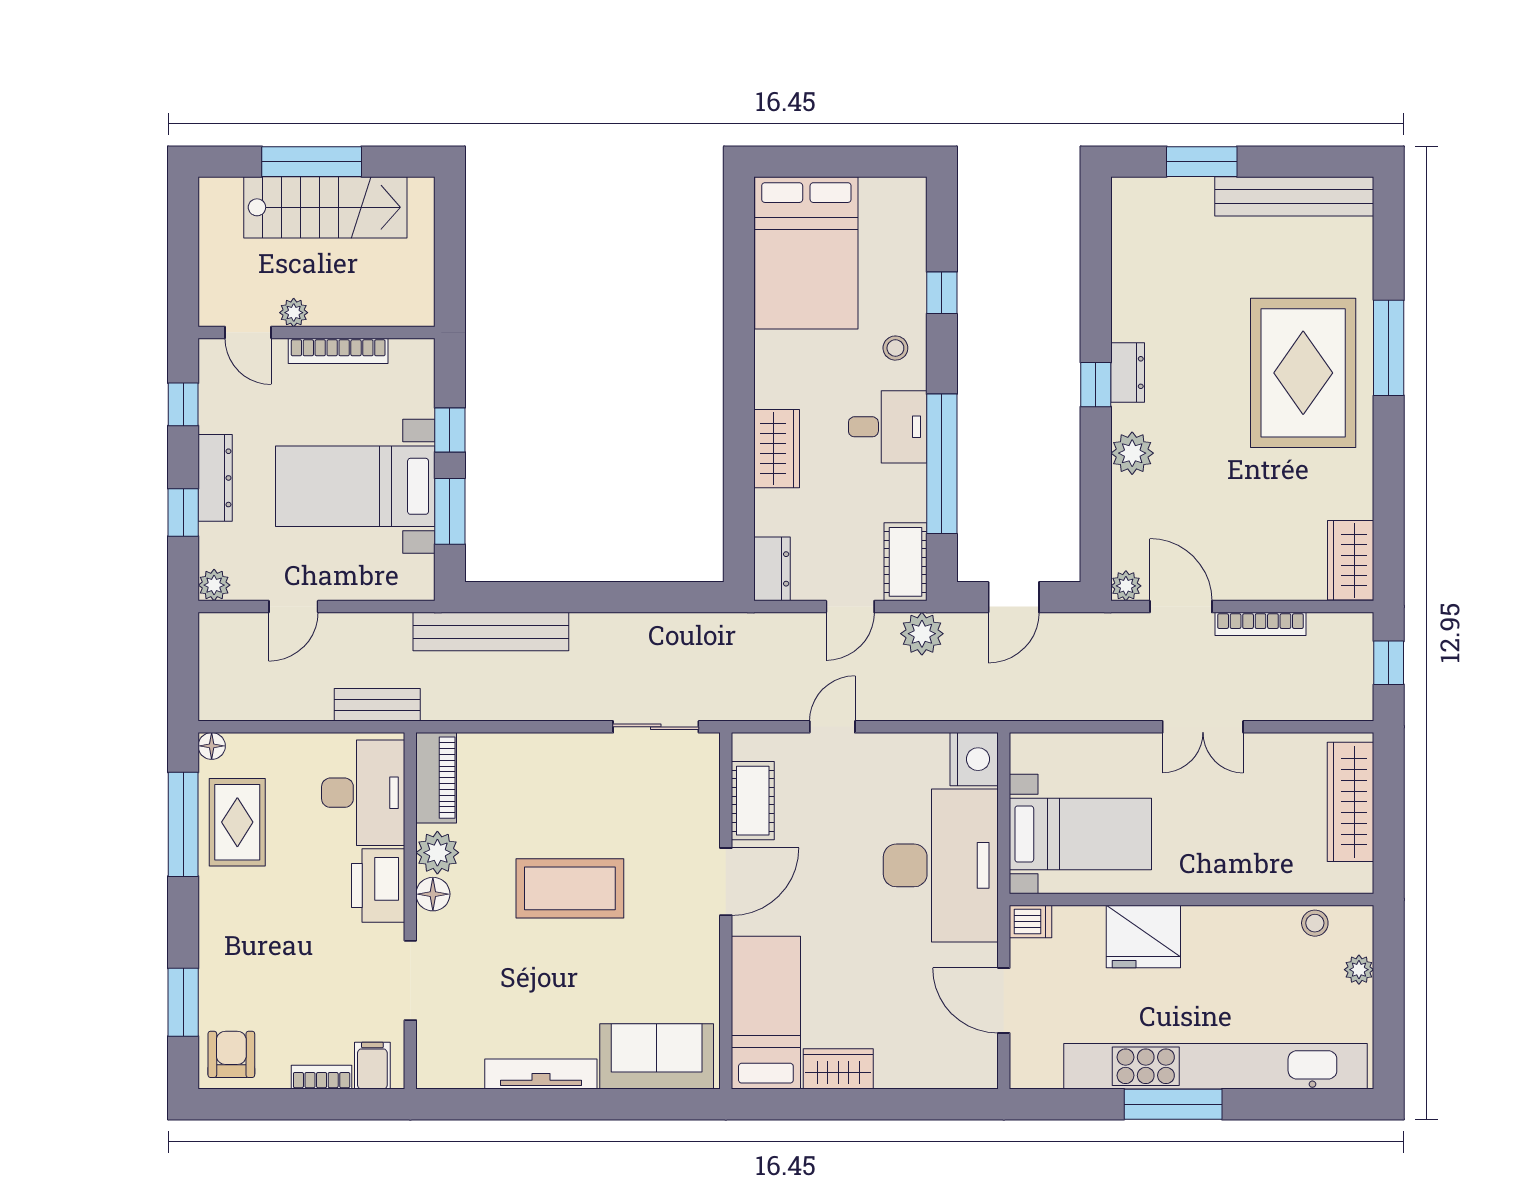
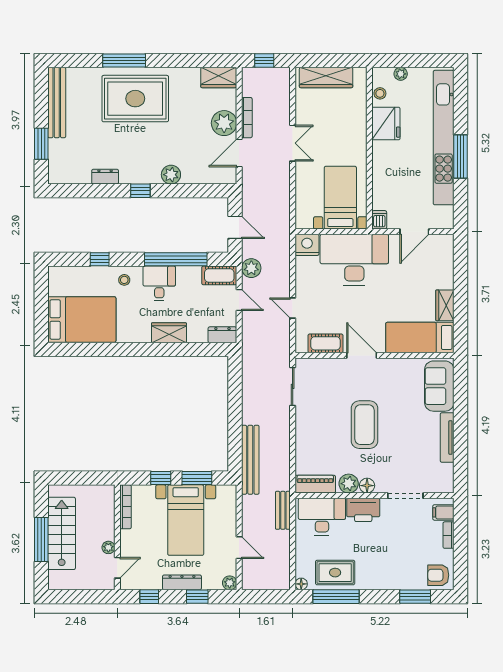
bookcase: (338, 351) -> (125, 507), moved
dresser: (1128, 373) -> (105, 177), moved
plant: (1126, 586) -> (224, 123), moved, width x1.87, depth x1.87
fridge: (1143, 937) -> (386, 124), moved

